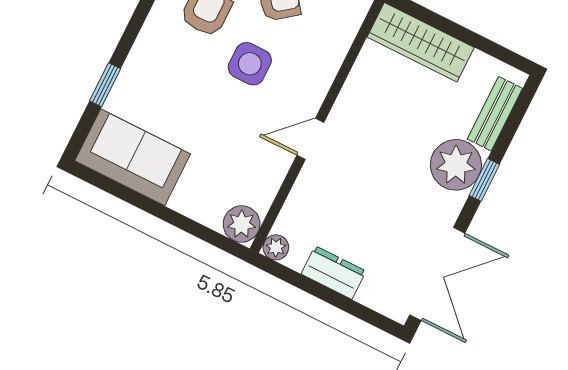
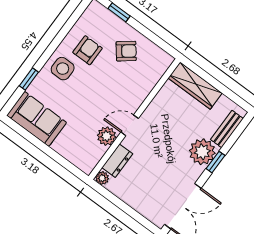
side table: (250, 64) -> (63, 69), moved
plant: (242, 224) -> (107, 136), moved
dresser: (333, 273) -> (117, 161), moved, turned 90

